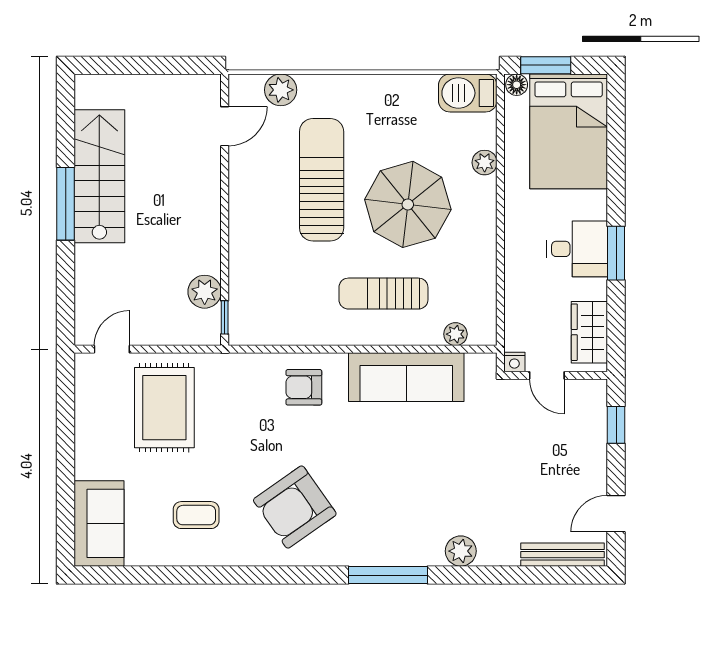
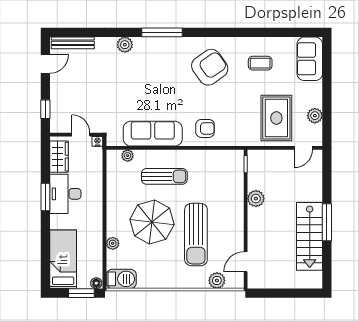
bed: (569, 131) -> (63, 259), width x0.67
desk: (577, 249) -> (65, 194), width x1.37
plant: (205, 292) -> (256, 199), moved
plant: (89, 412) -> (315, 116), added

